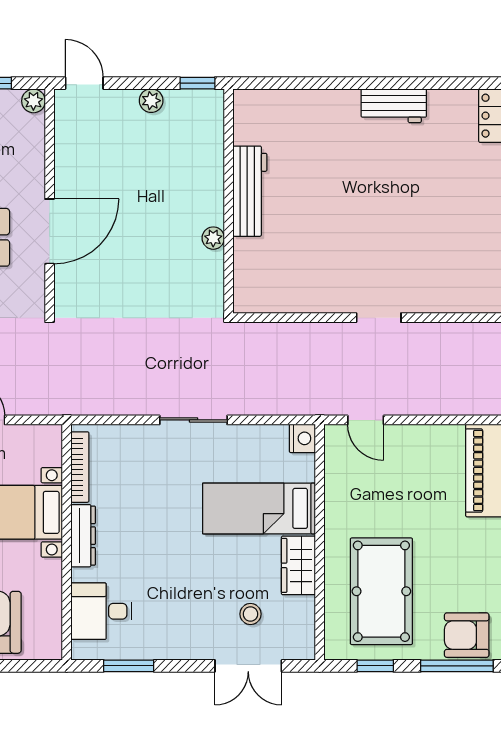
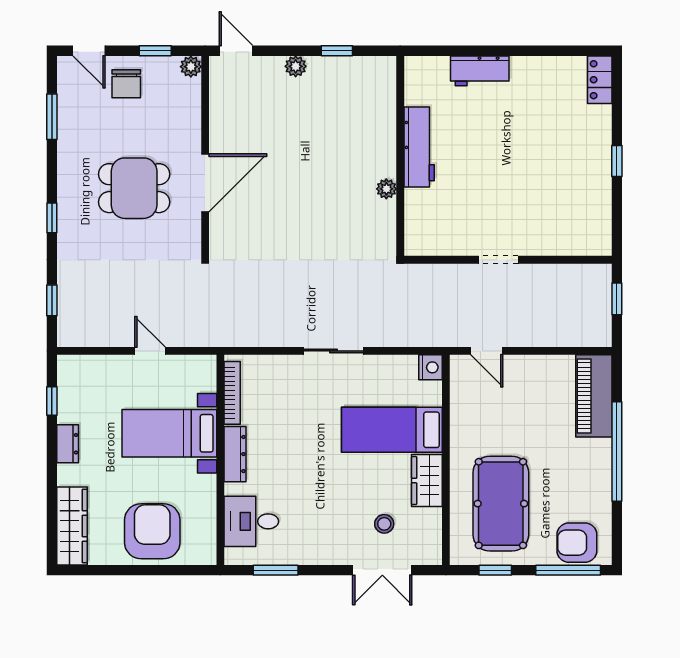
workbench: (394, 106) -> (480, 71), moved
workbench: (250, 191) -> (419, 147), moved
wall: (229, 201) -> (400, 156), moved
plant: (213, 238) -> (386, 189), moved

